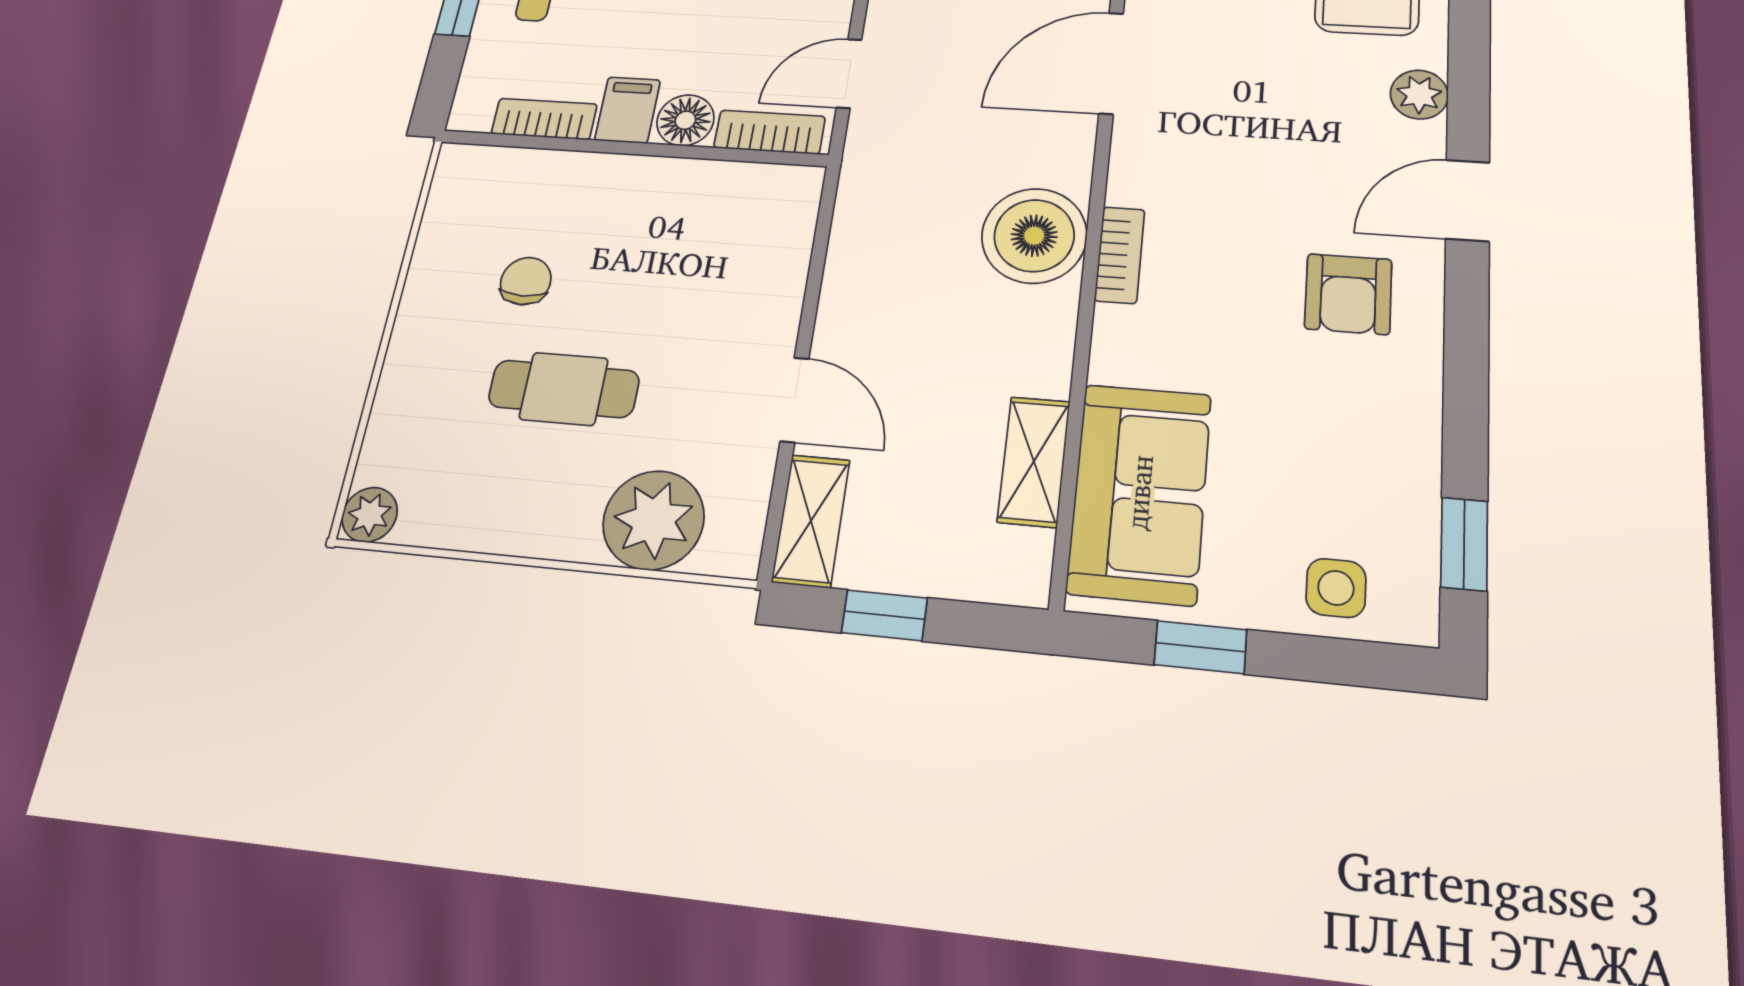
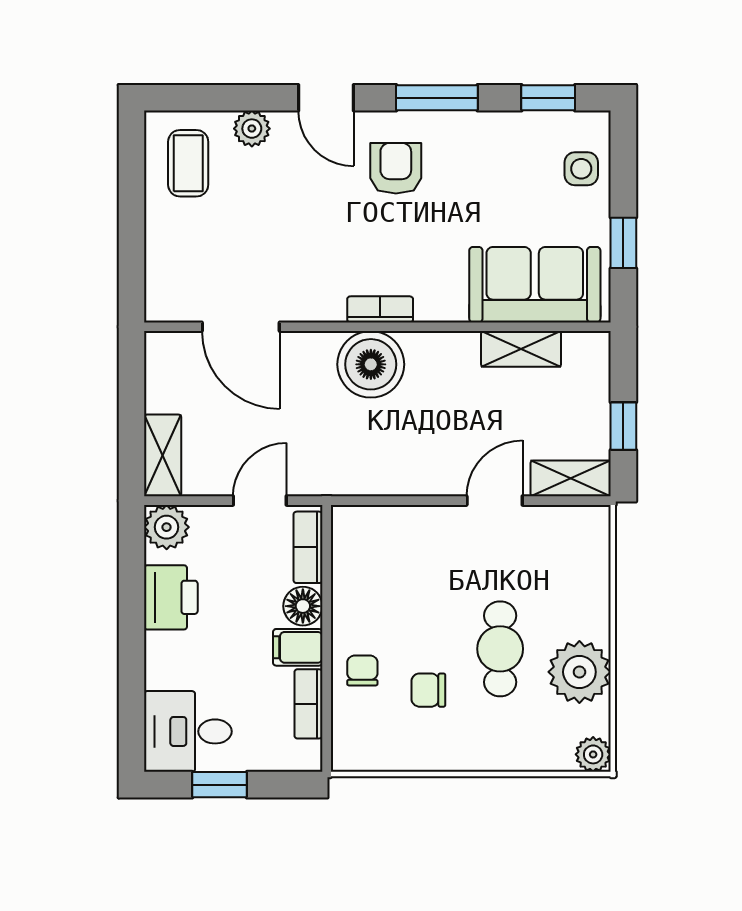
door: (849, 73) -> (260, 501), swing flipped
chair: (575, 193) -> (362, 670), added
armchair: (1348, 294) -> (396, 168), turned -90
window: (1466, 365) -> (437, 98), added
plant: (654, 520) -> (579, 672), moved

